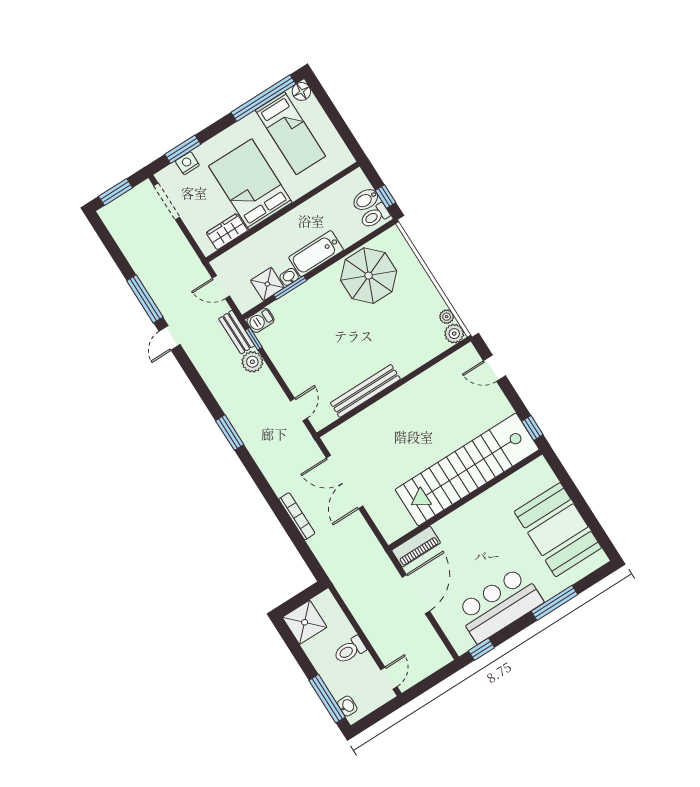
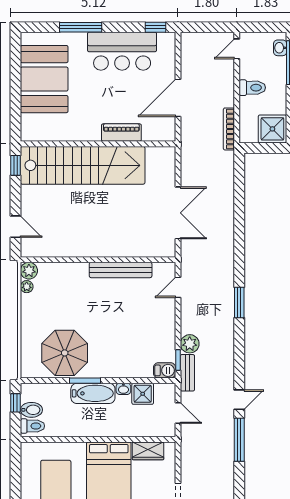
toilet: (375, 216) -> (32, 426), moved
window: (290, 288) -> (85, 381), moved
bookcase: (297, 516) -> (229, 129), moved
piano: (416, 547) -> (121, 133), moved

